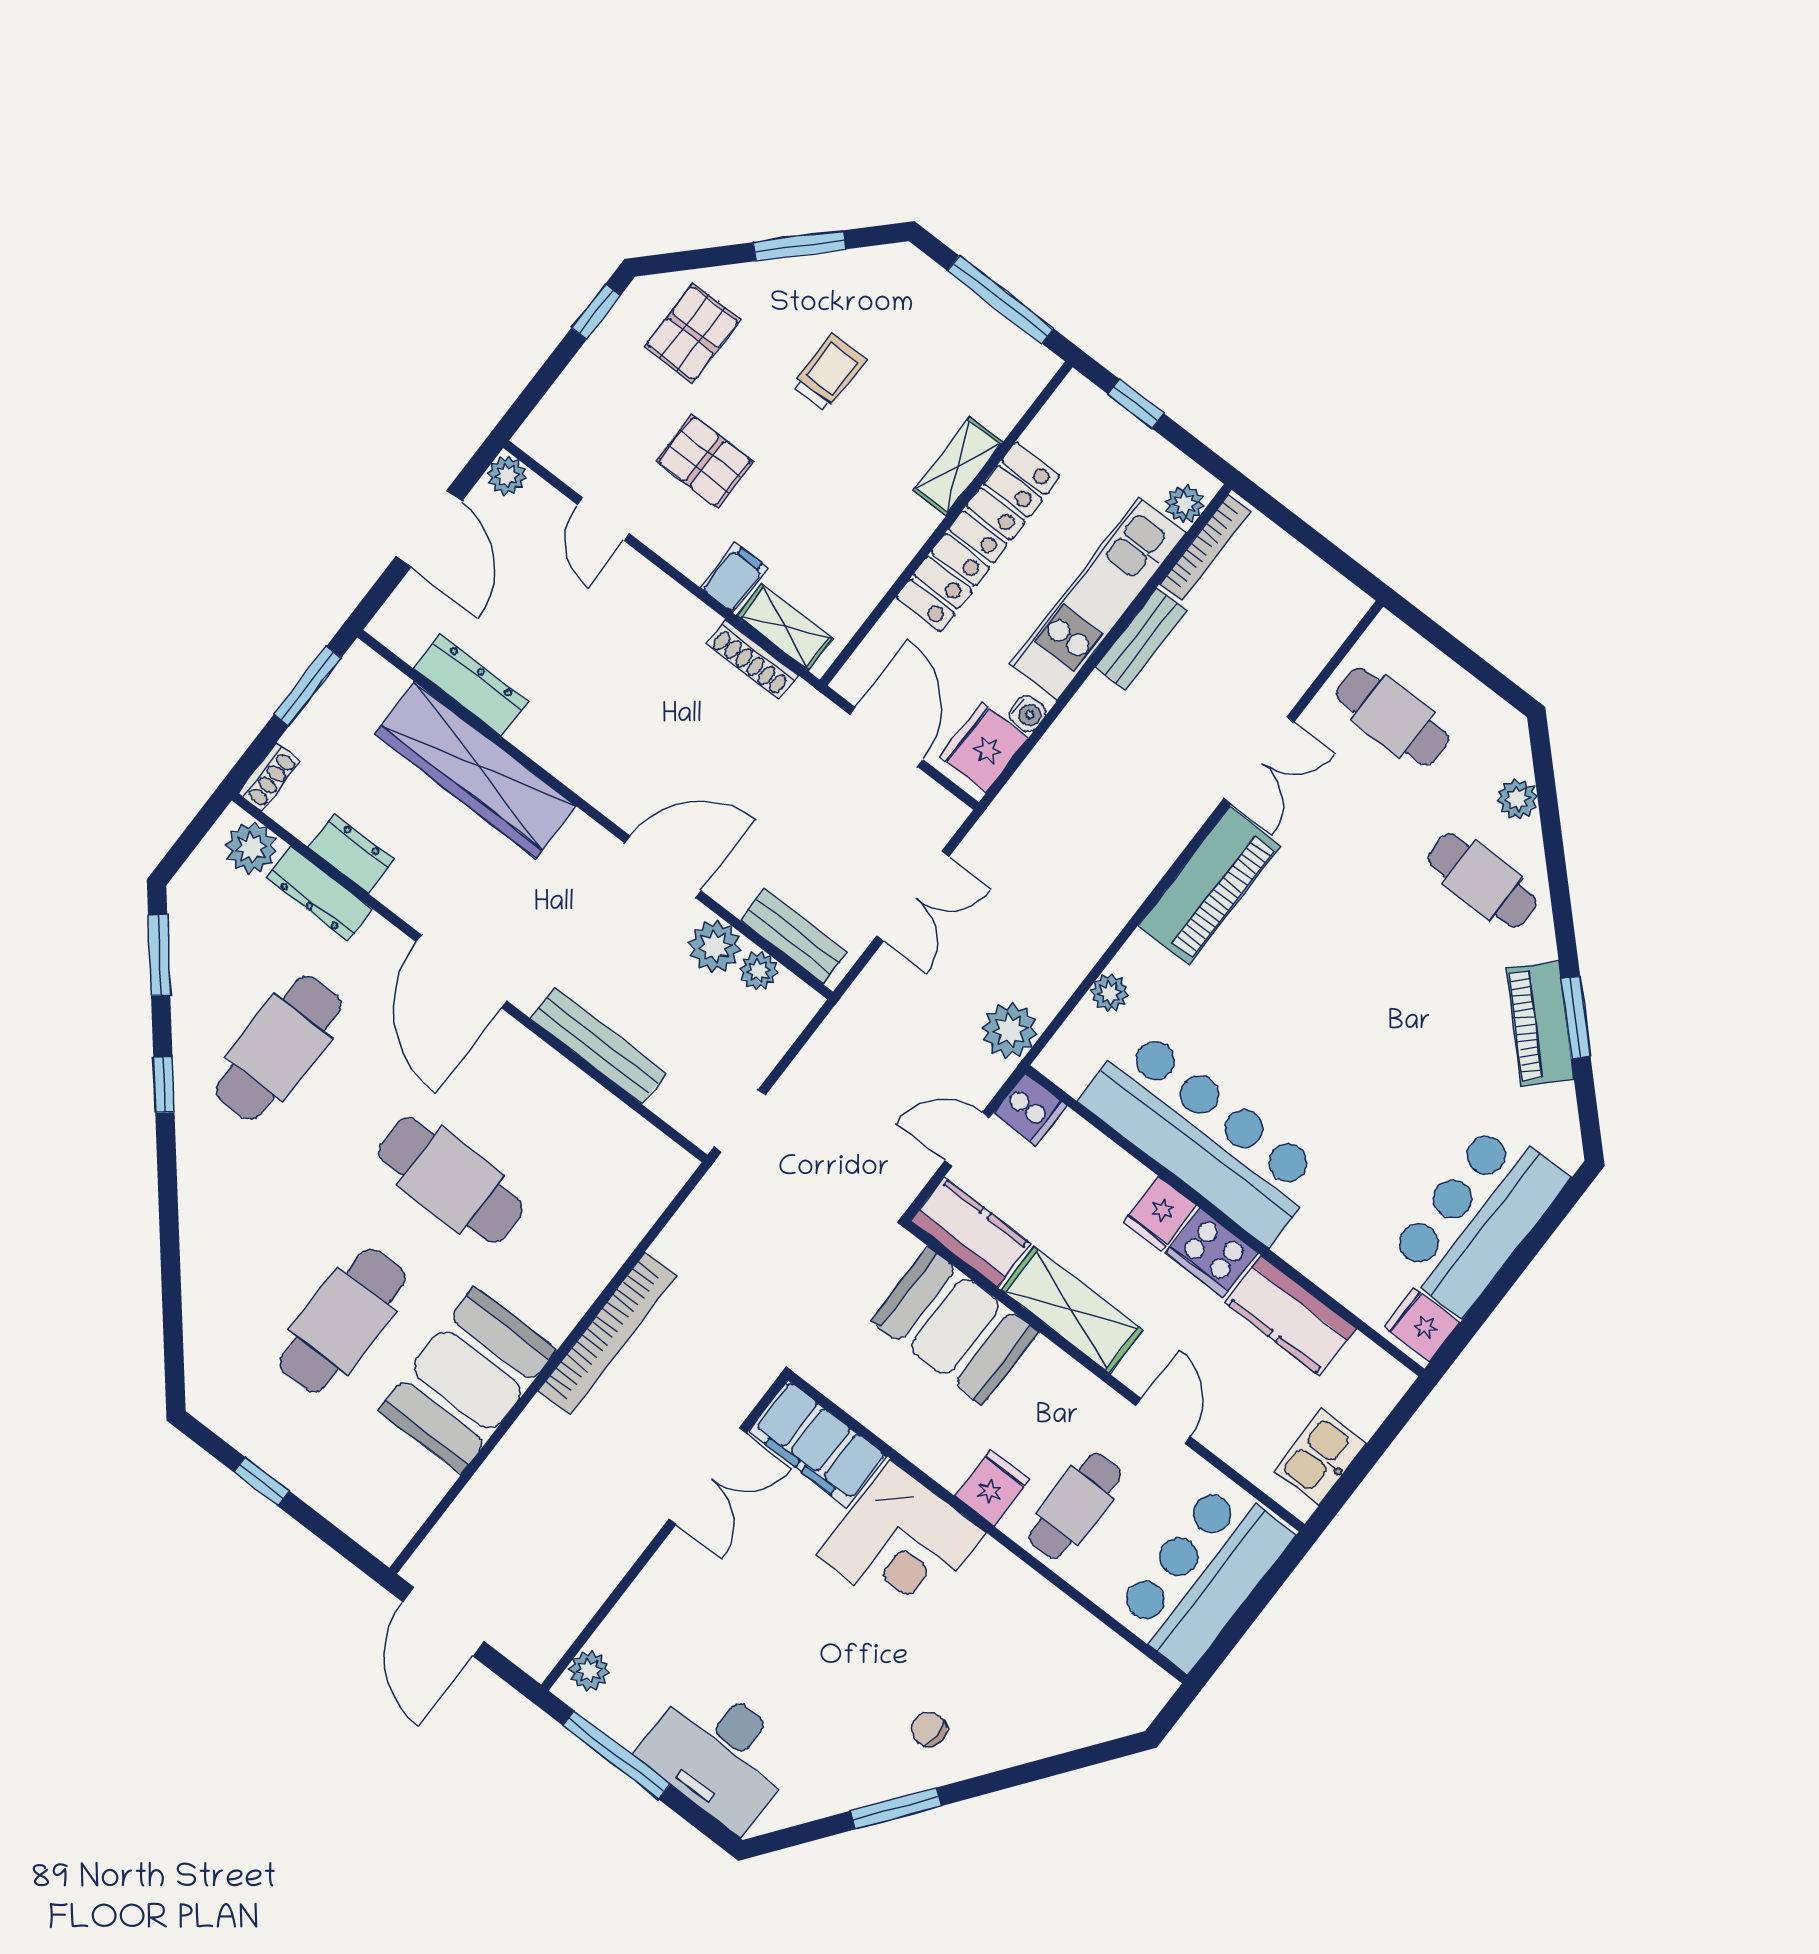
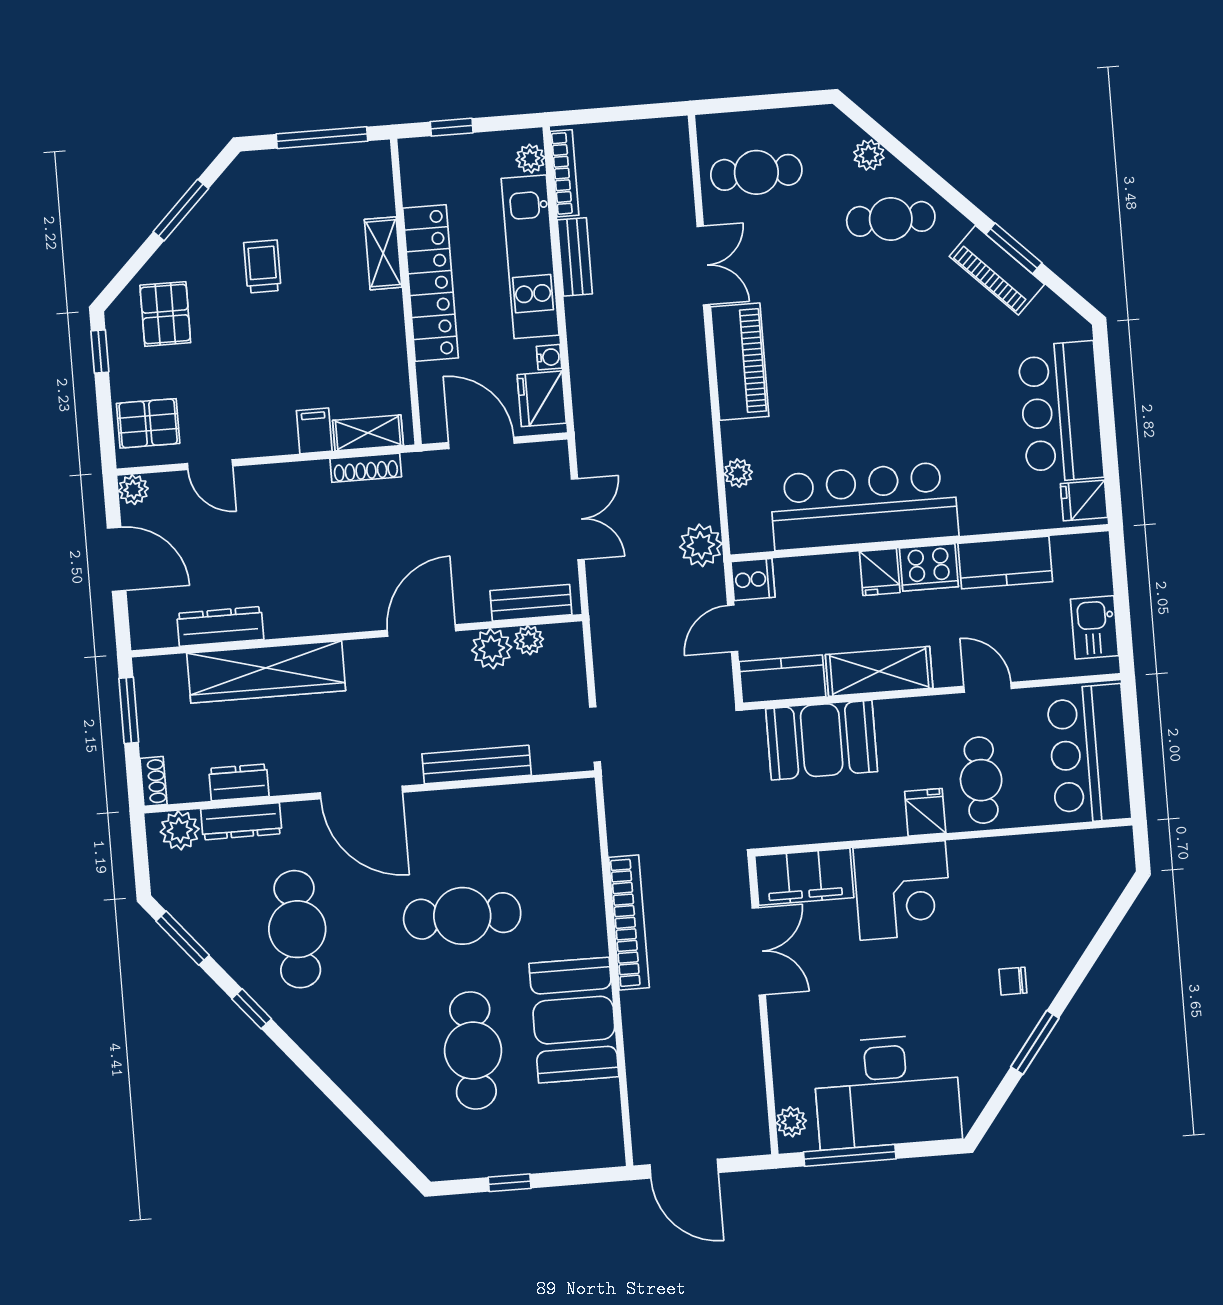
pallet: (704, 461) -> (148, 423), moved
desk: (719, 1754) -> (887, 1091), width x1.36, depth x1.30

